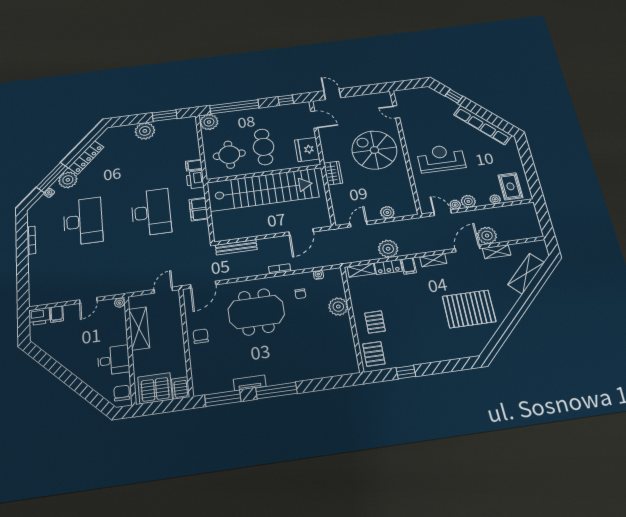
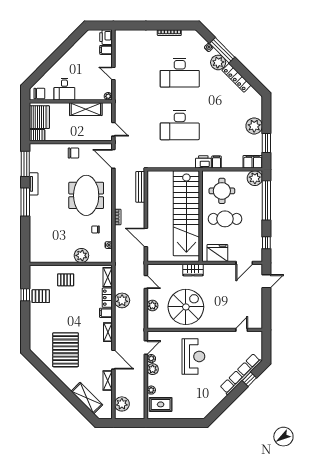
row of seats: (483, 125) -> (241, 374), moved
spiral stairs: (374, 150) -> (186, 307), moved
filing cabinet: (199, 209) -> (253, 162), moved
plant: (487, 236) -> (122, 404), moved
pallet: (374, 354) -> (41, 296), moved

